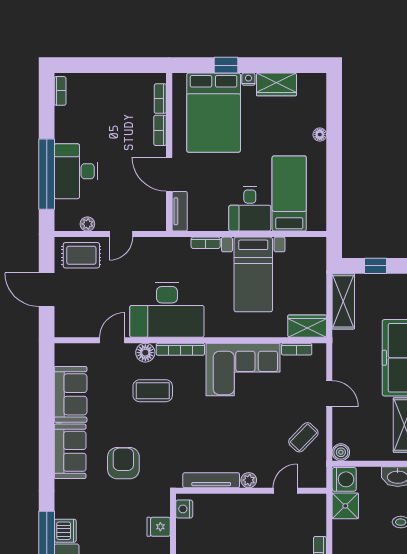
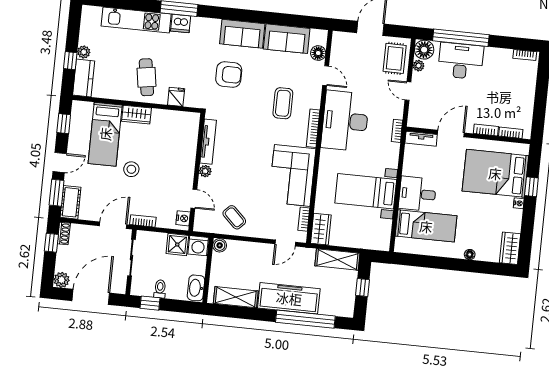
wardrobe: (276, 84) -> (510, 248), moved
floor lamp: (66, 219) -> (424, 50), added
bookcase: (206, 243) -> (397, 131), moved
floor lamp: (145, 353) -> (318, 53), moved
door: (329, 394) -> (285, 243), moved
nightstand: (184, 509) -> (183, 218), moved, turned 90

